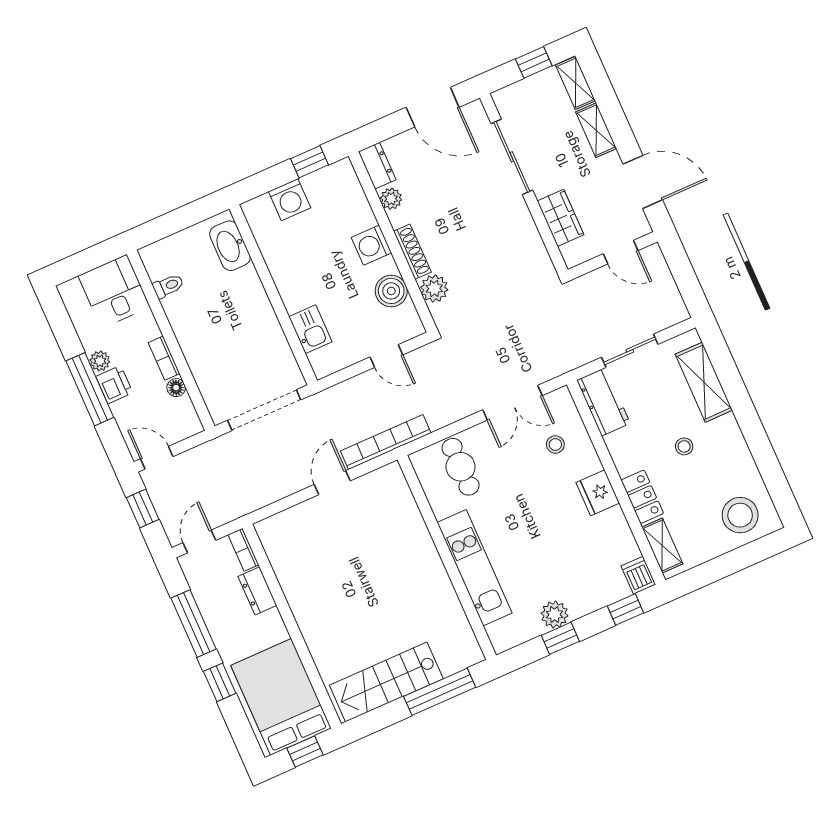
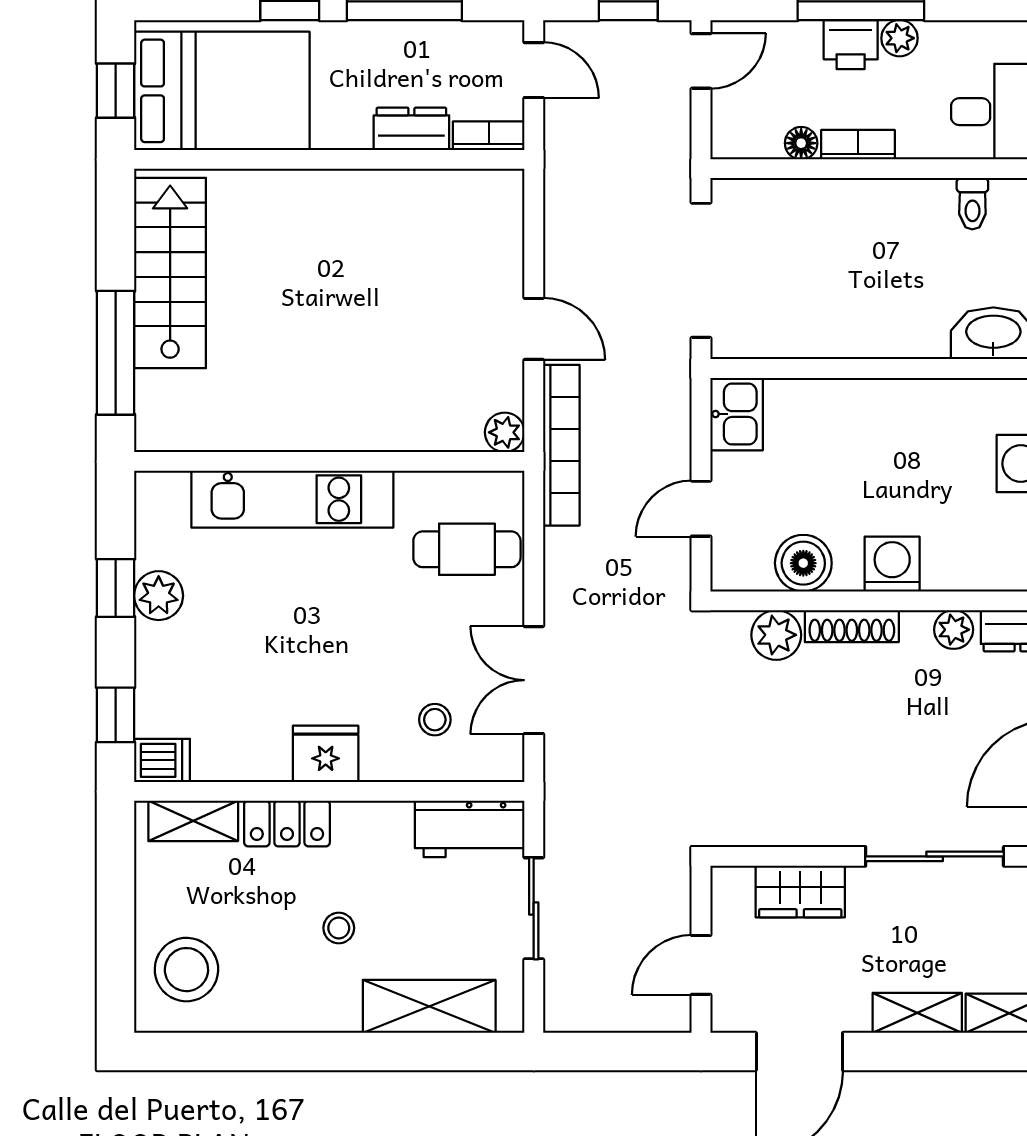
kitchen sink: (310, 329) -> (737, 414), moved, turned -90
plant: (392, 474) -> (505, 432), added

